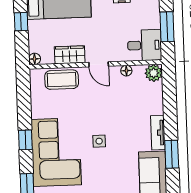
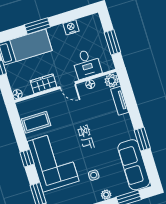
desk: (145, 45) -> (87, 64), moved, turned 90
coffee table: (62, 80) -> (36, 122), moved
tv unit: (158, 133) -> (120, 101), moved
side table: (99, 141) -> (94, 175), moved

